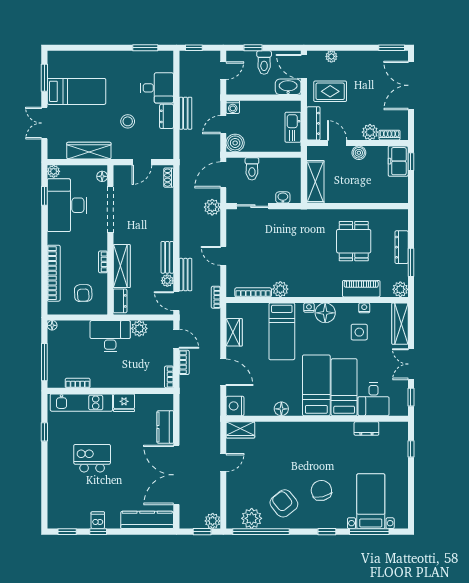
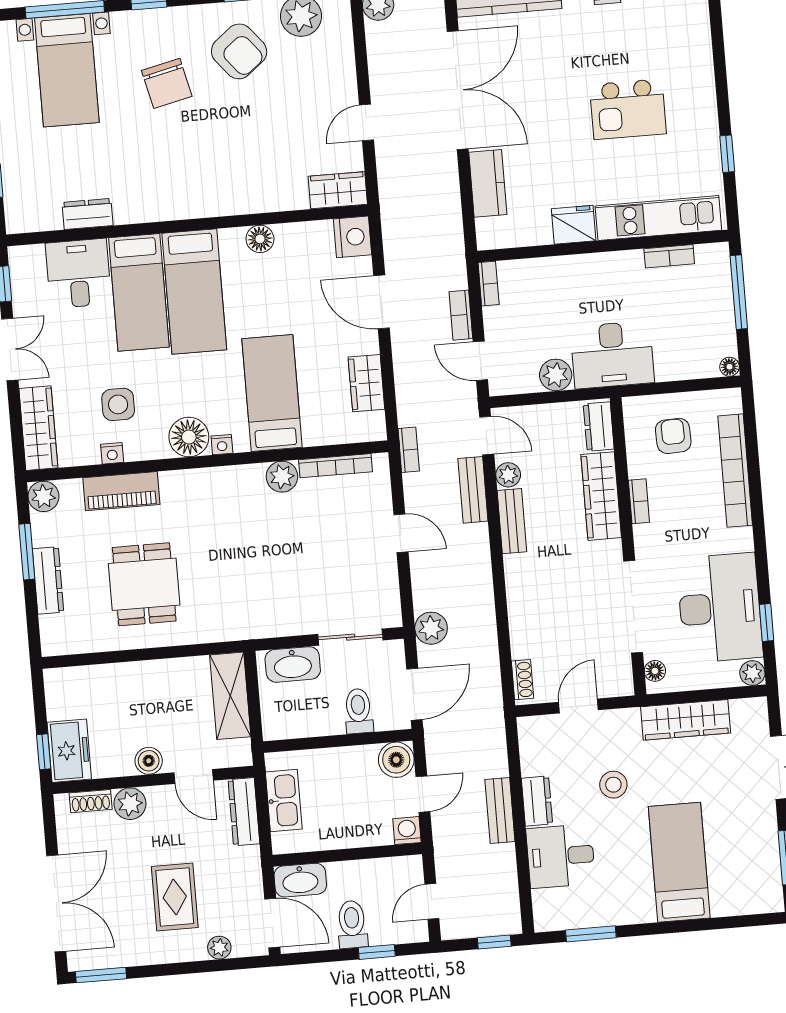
bed: (76, 91) -> (679, 862), moved, turned 90
rug: (330, 91) -> (175, 897), moved, turned 90
washbasin: (283, 197) -> (293, 664), width x1.91, depth x1.45

